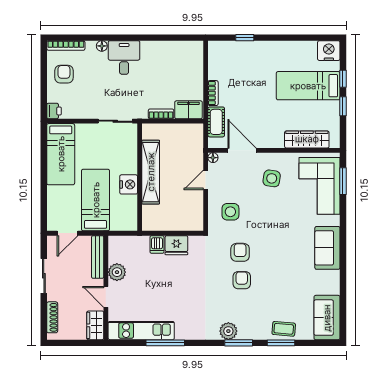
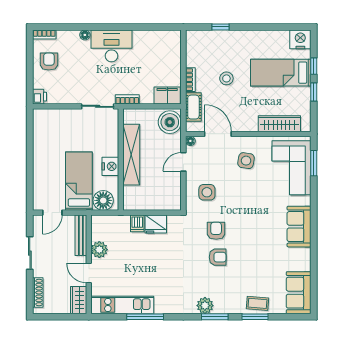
bookcase: (66, 45) -> (44, 34), width x0.64
desk: (124, 58) -> (112, 46), width x1.37
stool: (251, 92) -> (226, 78), added
bookcase: (161, 114) -> (127, 99), moved
boiler: (191, 138) -> (170, 122), added
bed: (61, 154) -> (46, 138), removed
floor lamp: (121, 220) -> (103, 200), added
armchair: (242, 280) -> (218, 257), turned 90

